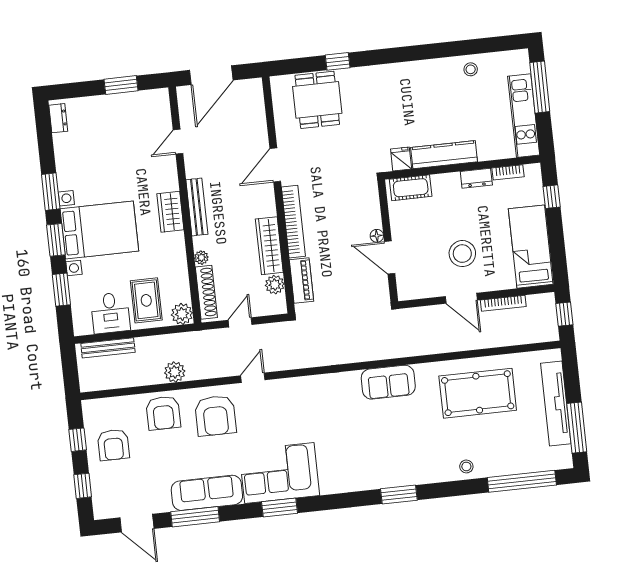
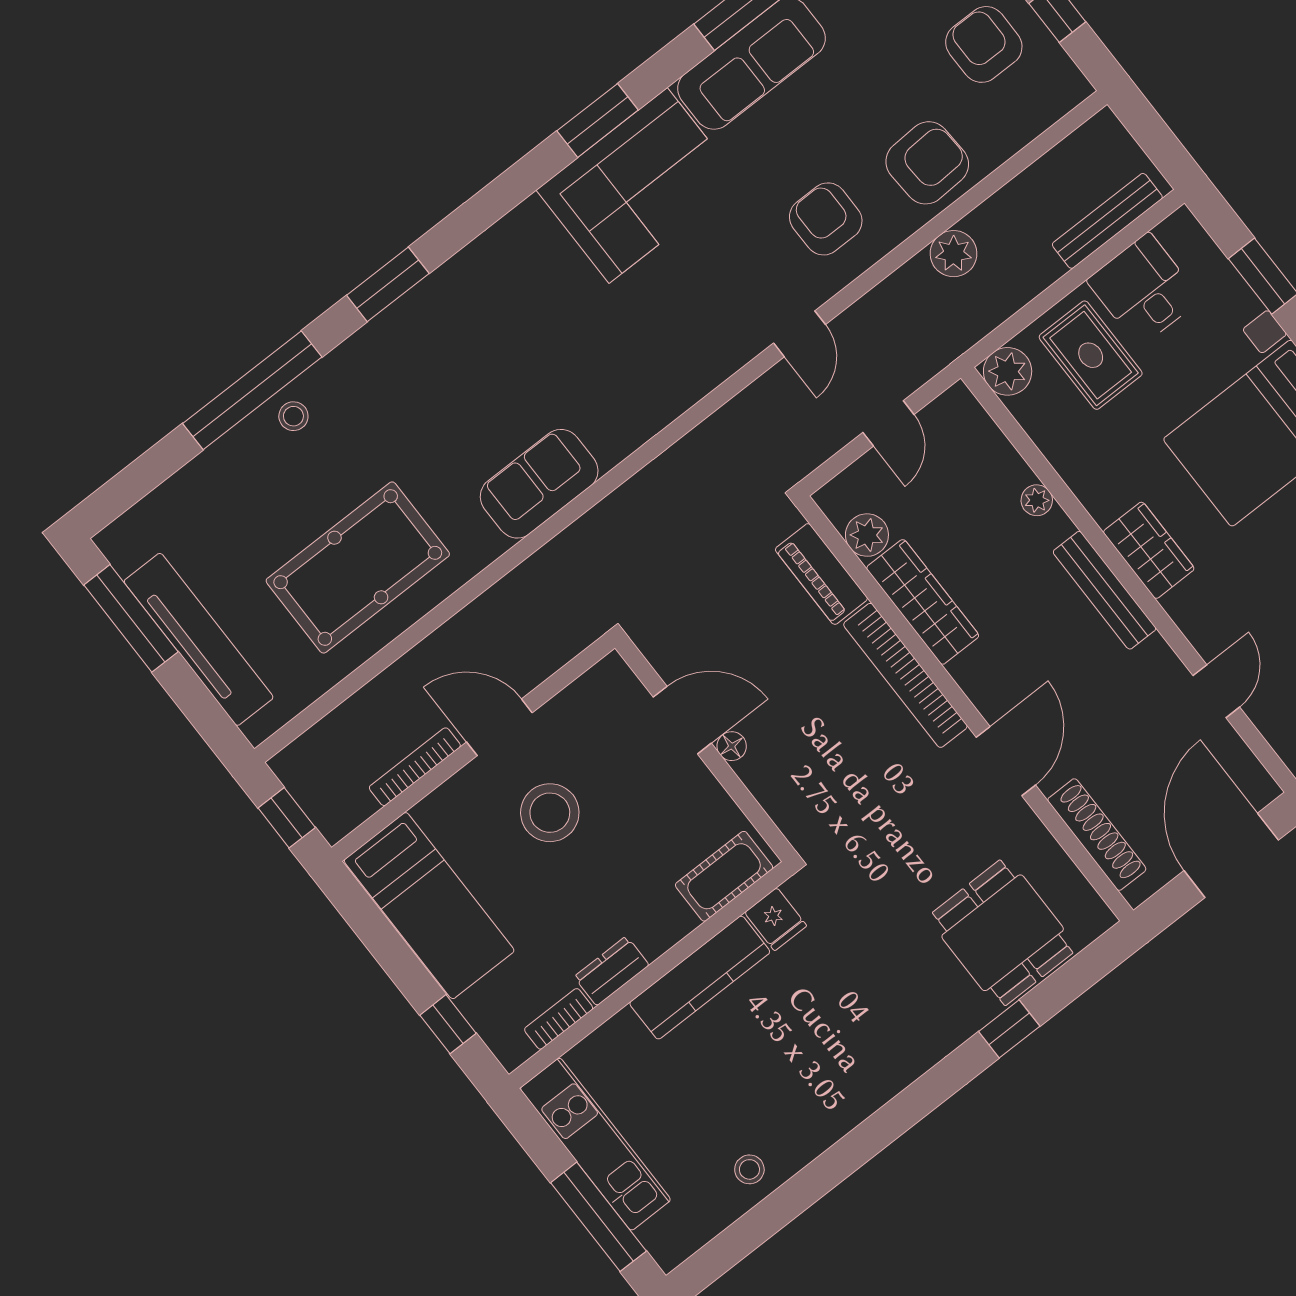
shoe rack: (206, 292) -> (1097, 835), moved, turned 180
armchair: (163, 413) -> (927, 163), turned 87
armchair: (215, 416) -> (826, 219), width x0.73, depth x0.73
window: (522, 481) -> (252, 390), moved

